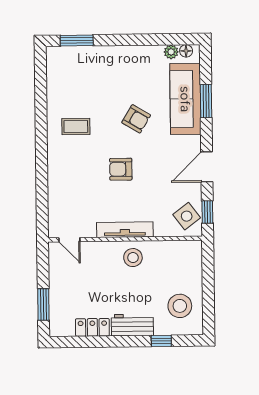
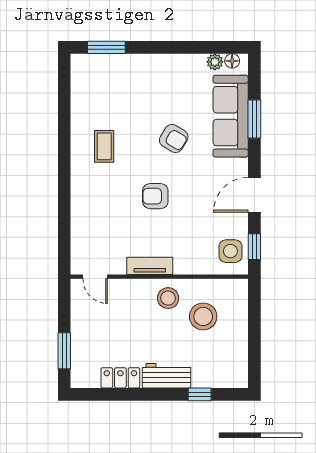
coffee table: (76, 126) -> (104, 146), turned 90
side table: (187, 216) -> (230, 251), turned 37
tv unit: (125, 230) -> (150, 266), width x0.71
stool: (180, 306) -> (203, 316), moved

